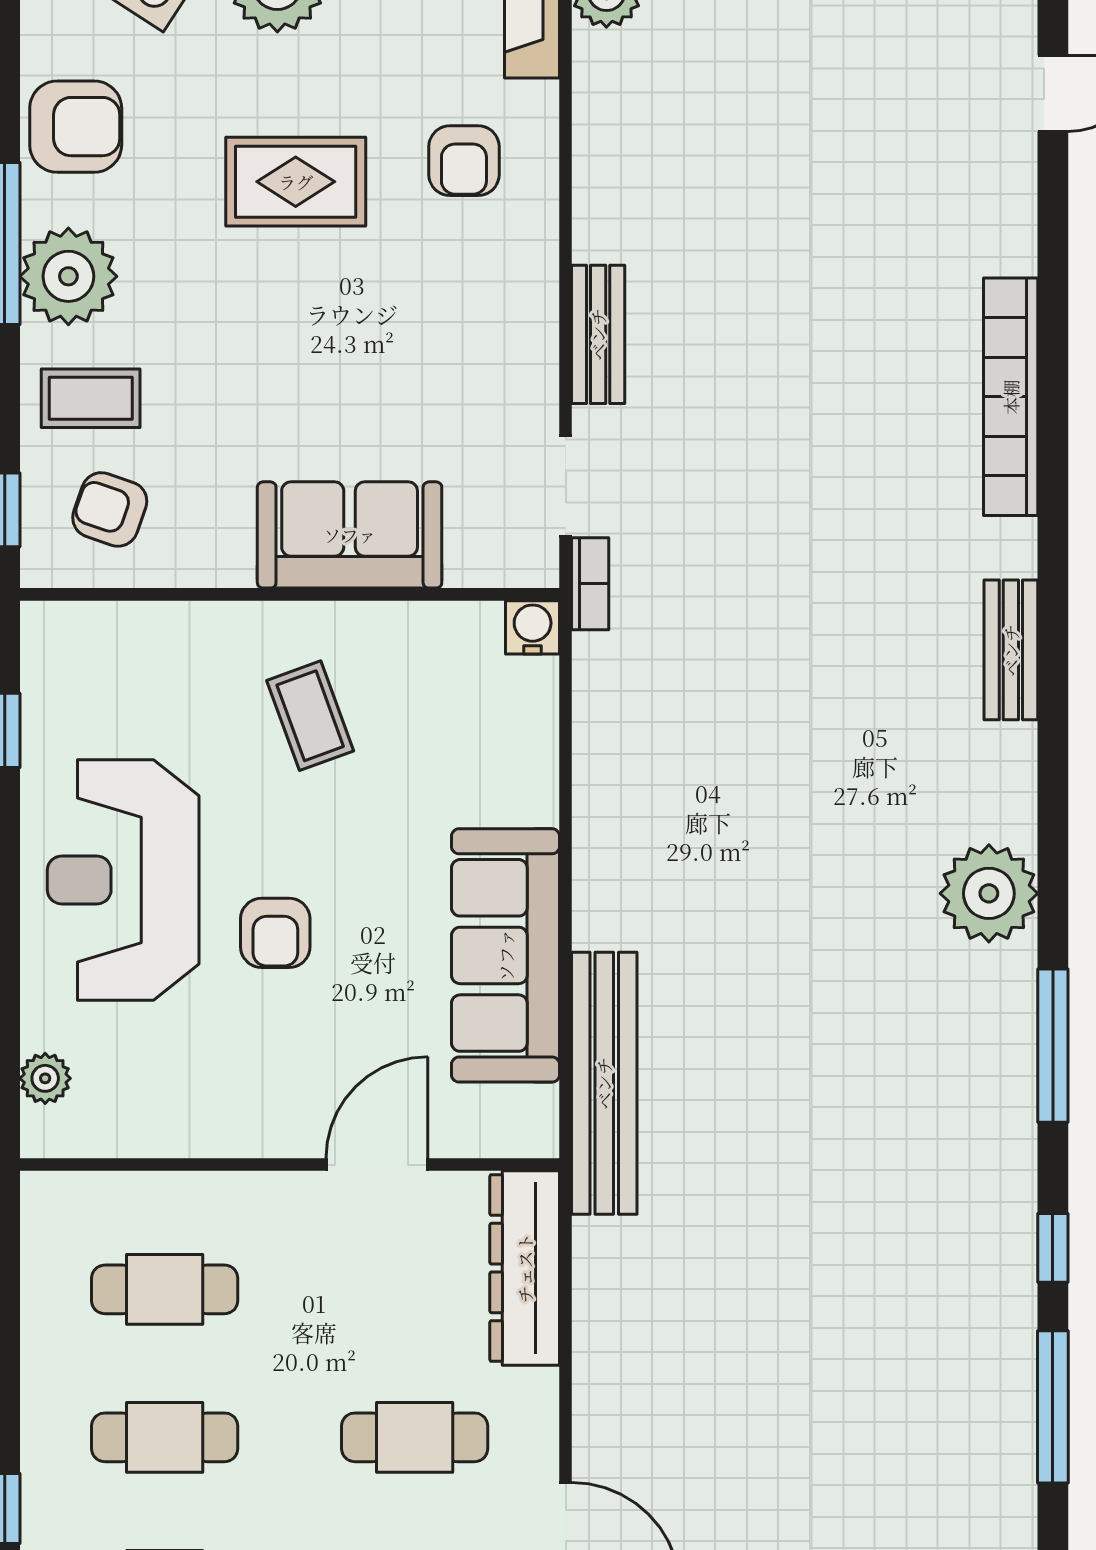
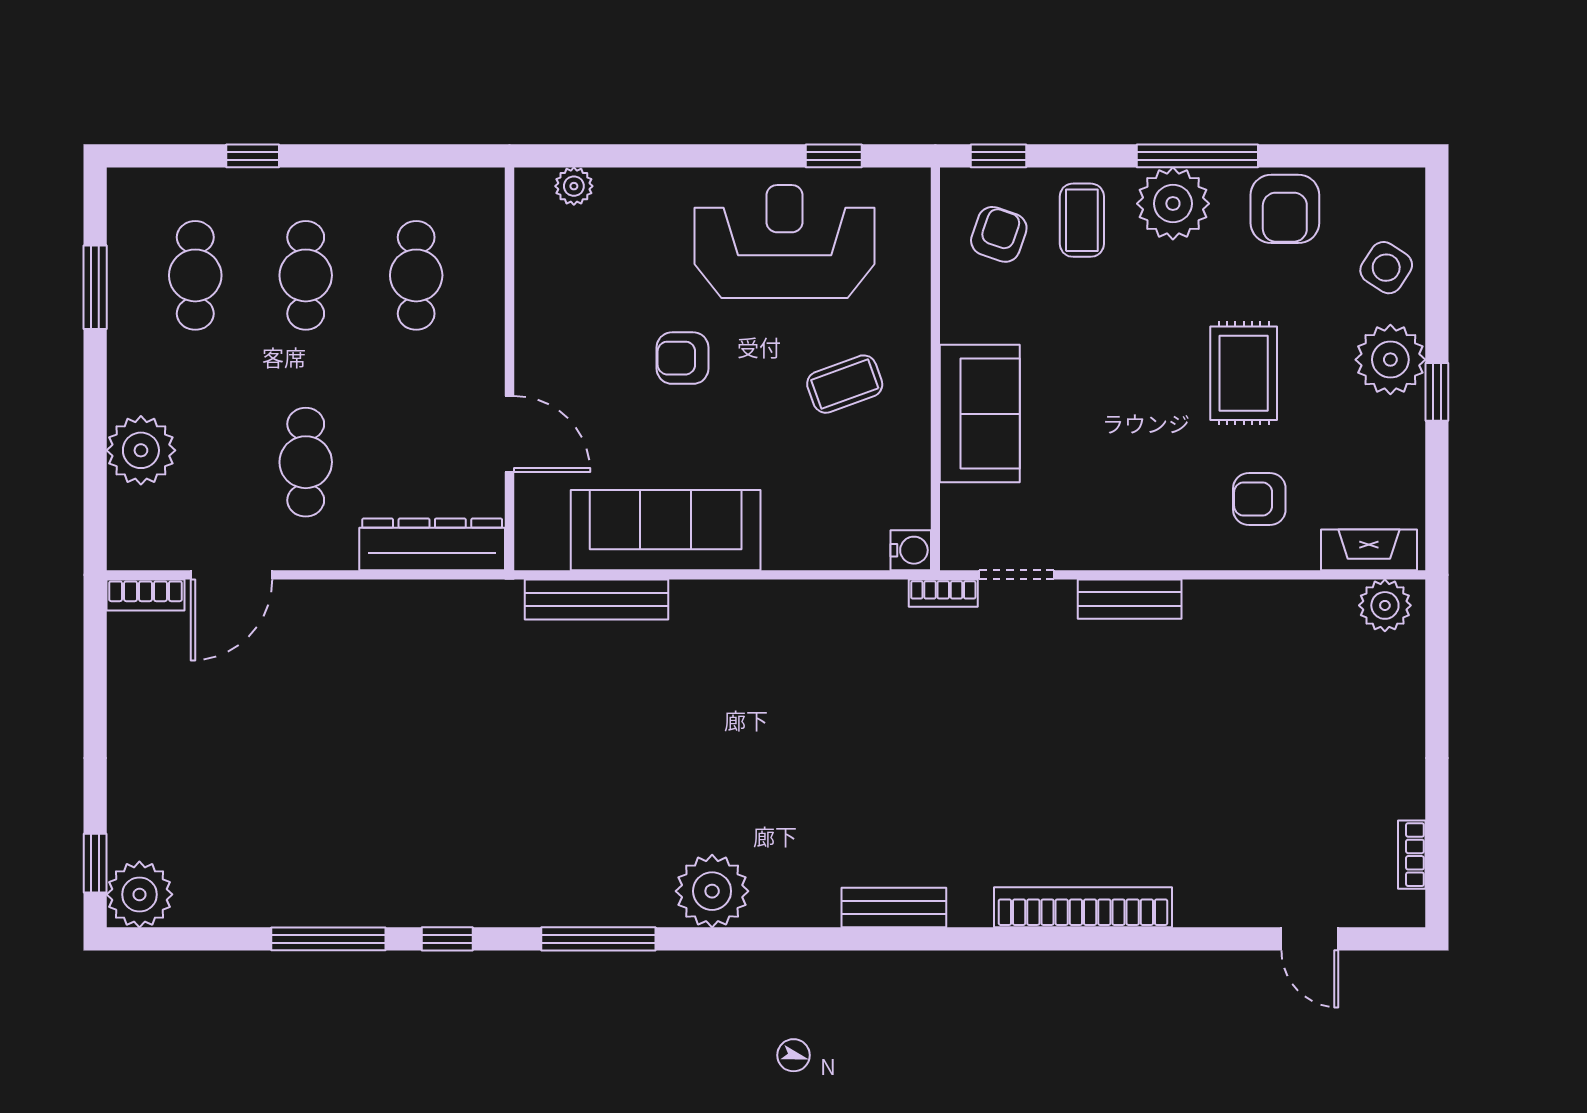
reception desk: (123, 880) -> (785, 241), moved
bench: (604, 1083) -> (597, 600), width x0.73, depth x0.82

